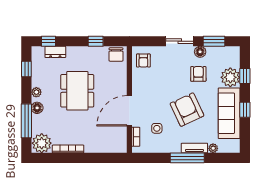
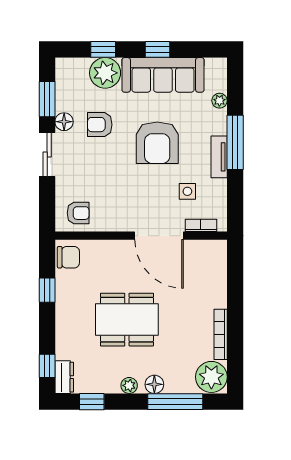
dresser: (55, 52) -> (64, 377), moved
armchair: (187, 110) -> (157, 143), turned -65
tv unit: (194, 148) -> (219, 157), moved

